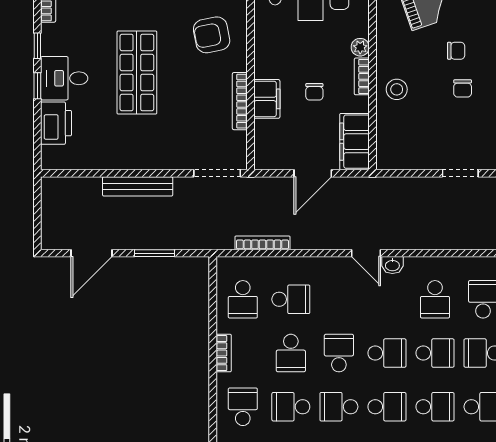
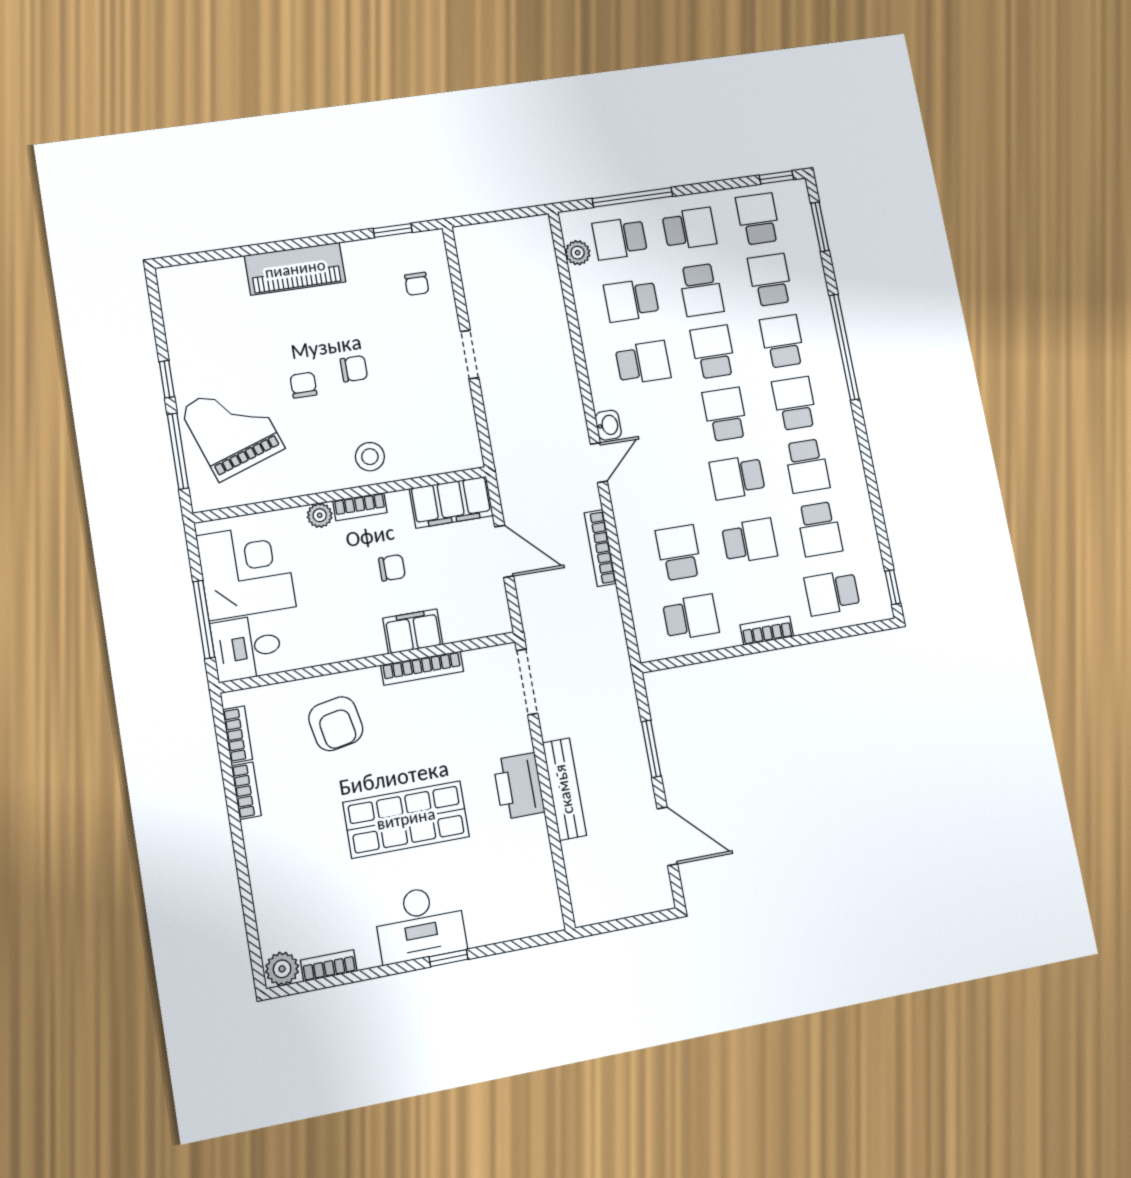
window: (37, 46) -> (391, 969), removed
desk: (64, 78) -> (420, 924), width x1.37
printer: (56, 123) -> (519, 786), moved, turned -90
bookcase: (262, 243) -> (600, 548), moved

